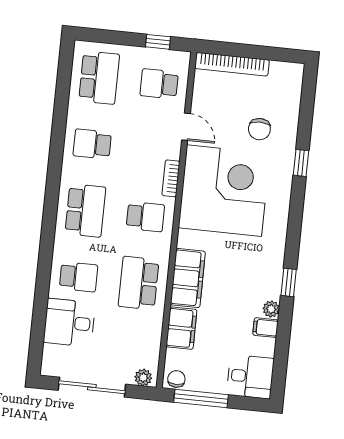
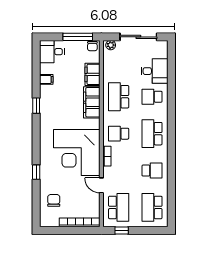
school desk: (159, 84) -> (119, 207), width x1.85
chair: (259, 129) -> (54, 200), moved
school desk: (139, 283) -> (119, 97), turned 180
plant: (271, 309) -> (44, 90), removed

